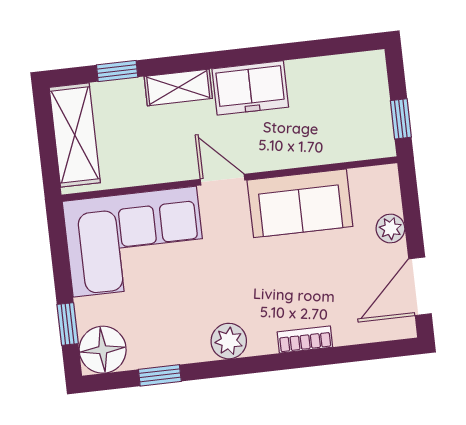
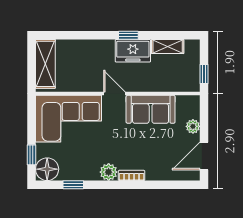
window: (117, 71) -> (128, 35), moved
shelving: (178, 87) -> (168, 47), moved
bookcase: (305, 339) -> (132, 175), moved

